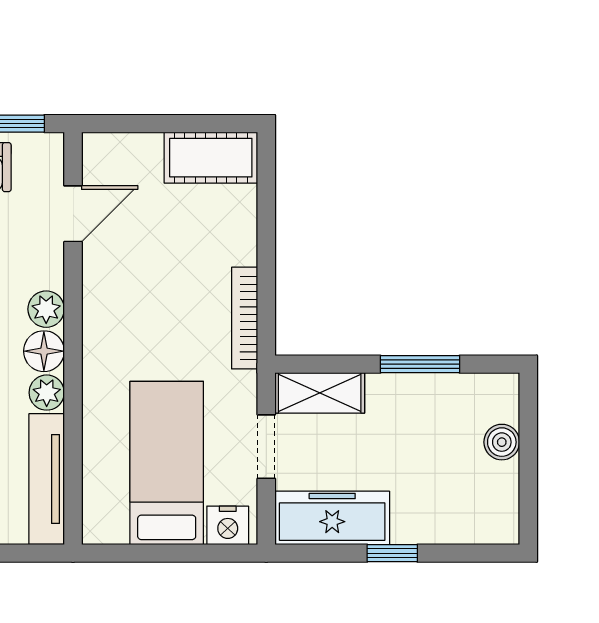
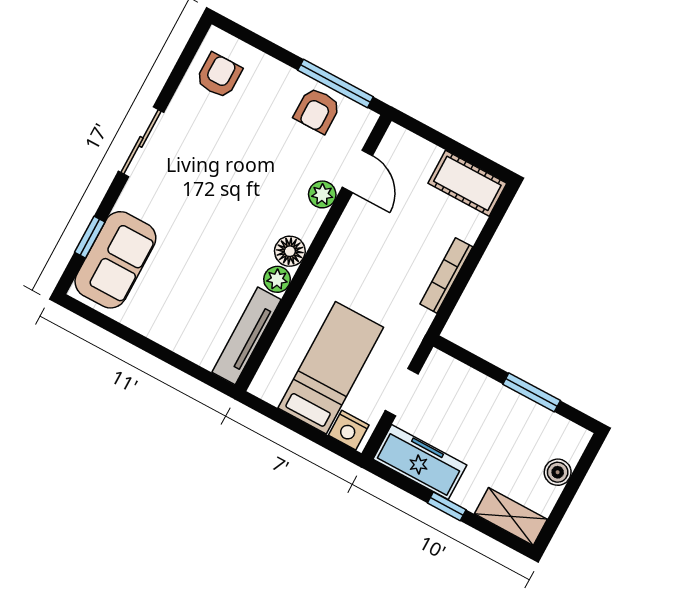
door: (73, 214) -> (357, 171), hinge flipped
plant: (46, 309) -> (322, 194), moved
bookcase: (245, 318) -> (446, 275), moved
shelving: (320, 393) -> (511, 517), moved

